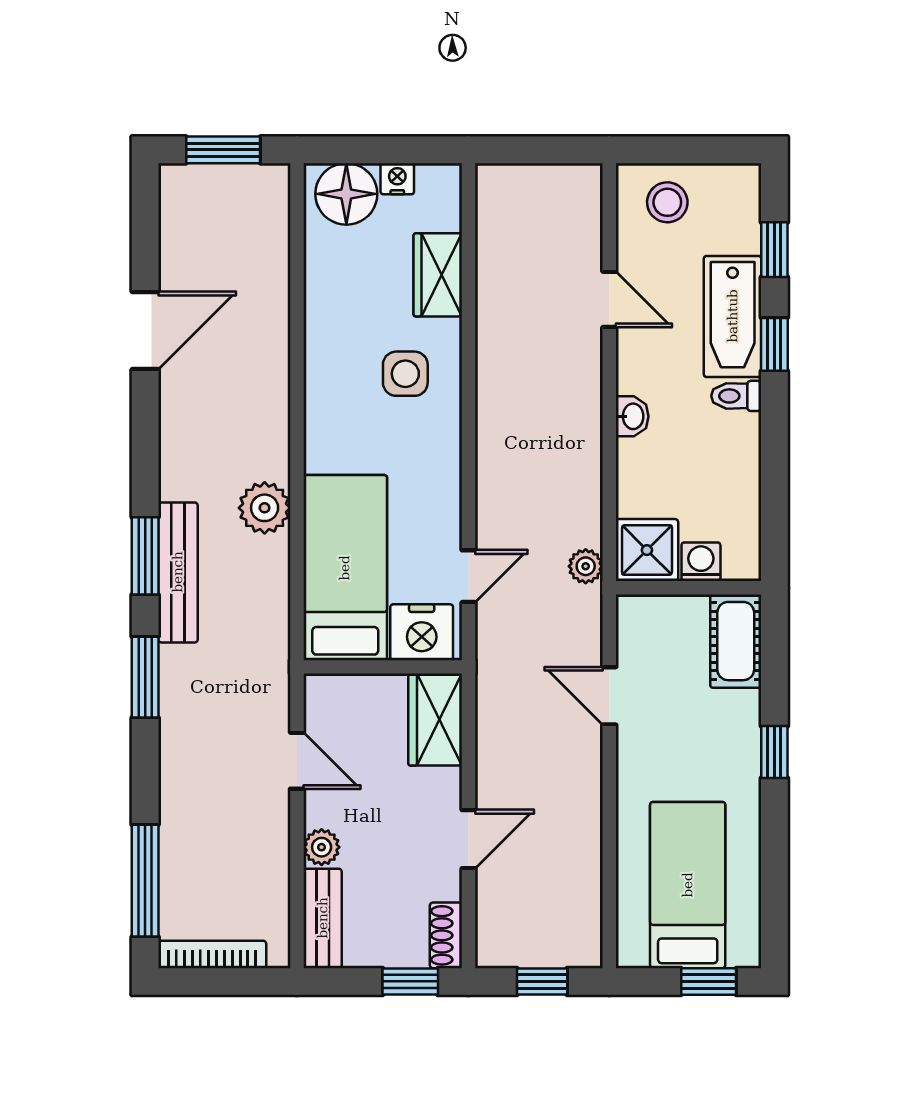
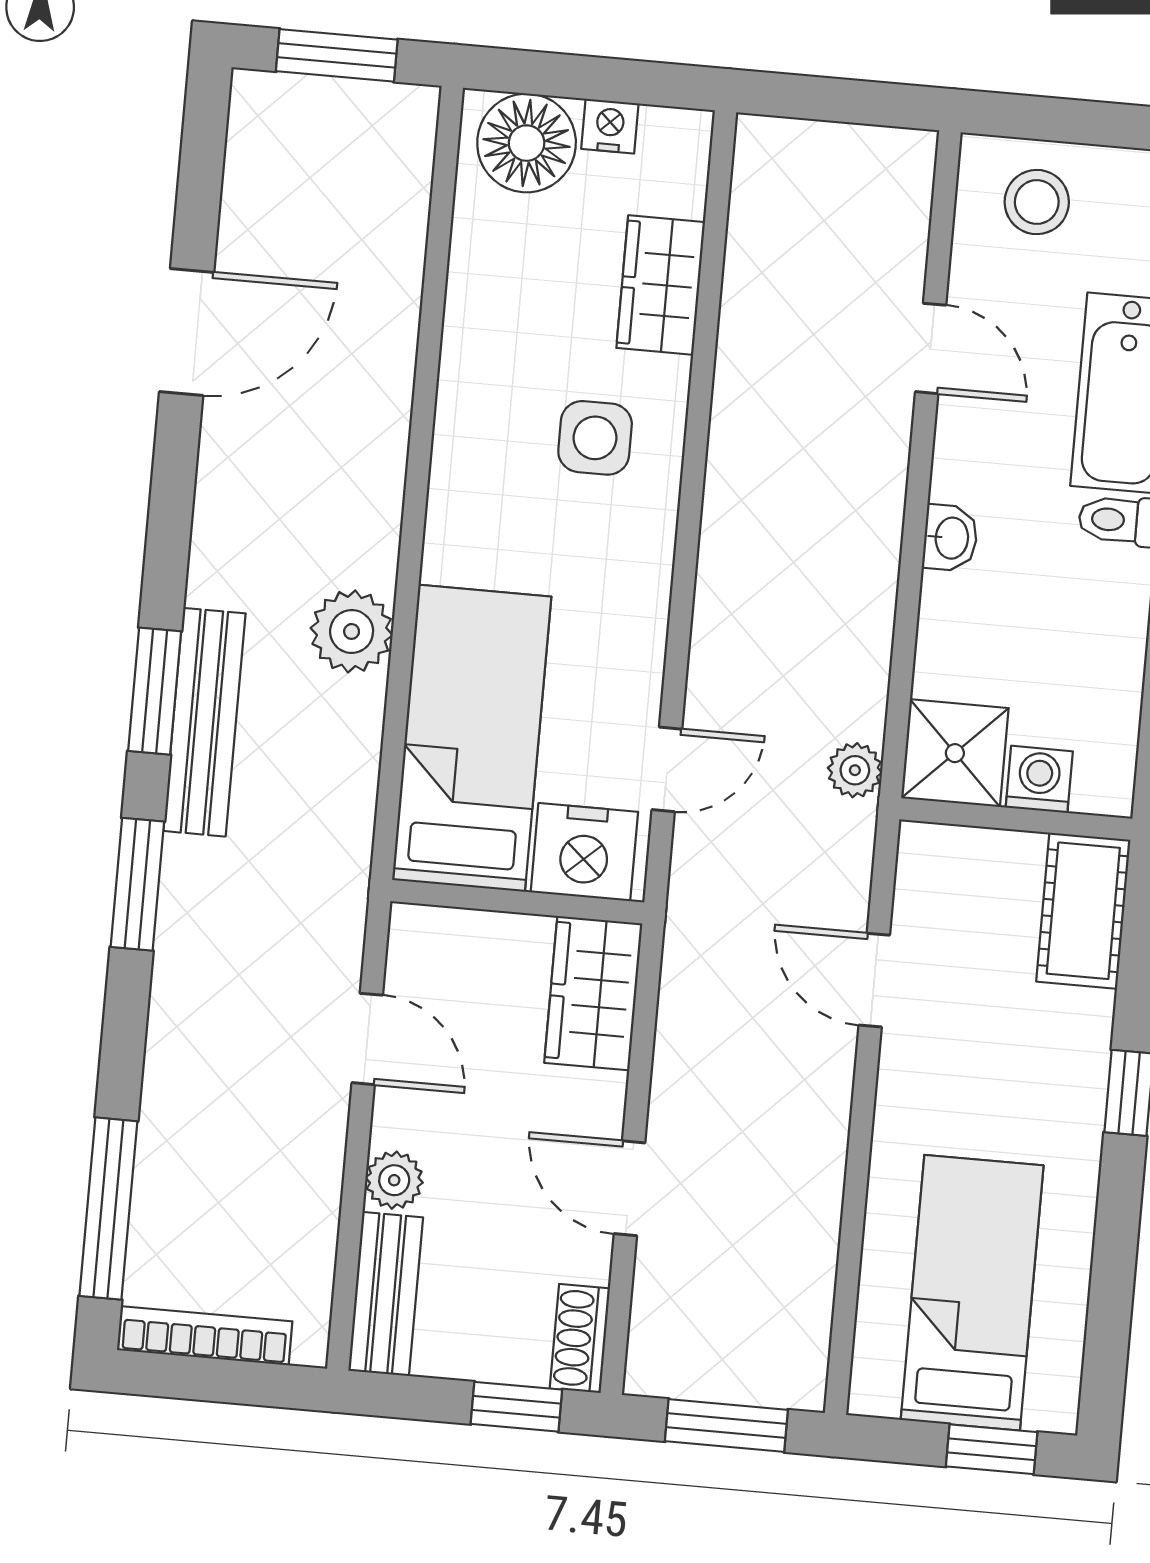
door: (469, 839) -> (630, 1188), swing flipped
window: (542, 981) -> (726, 1426), width x1.50

